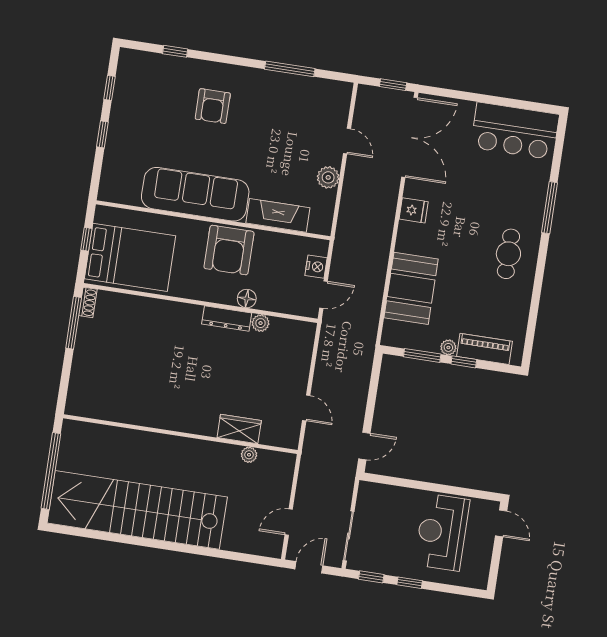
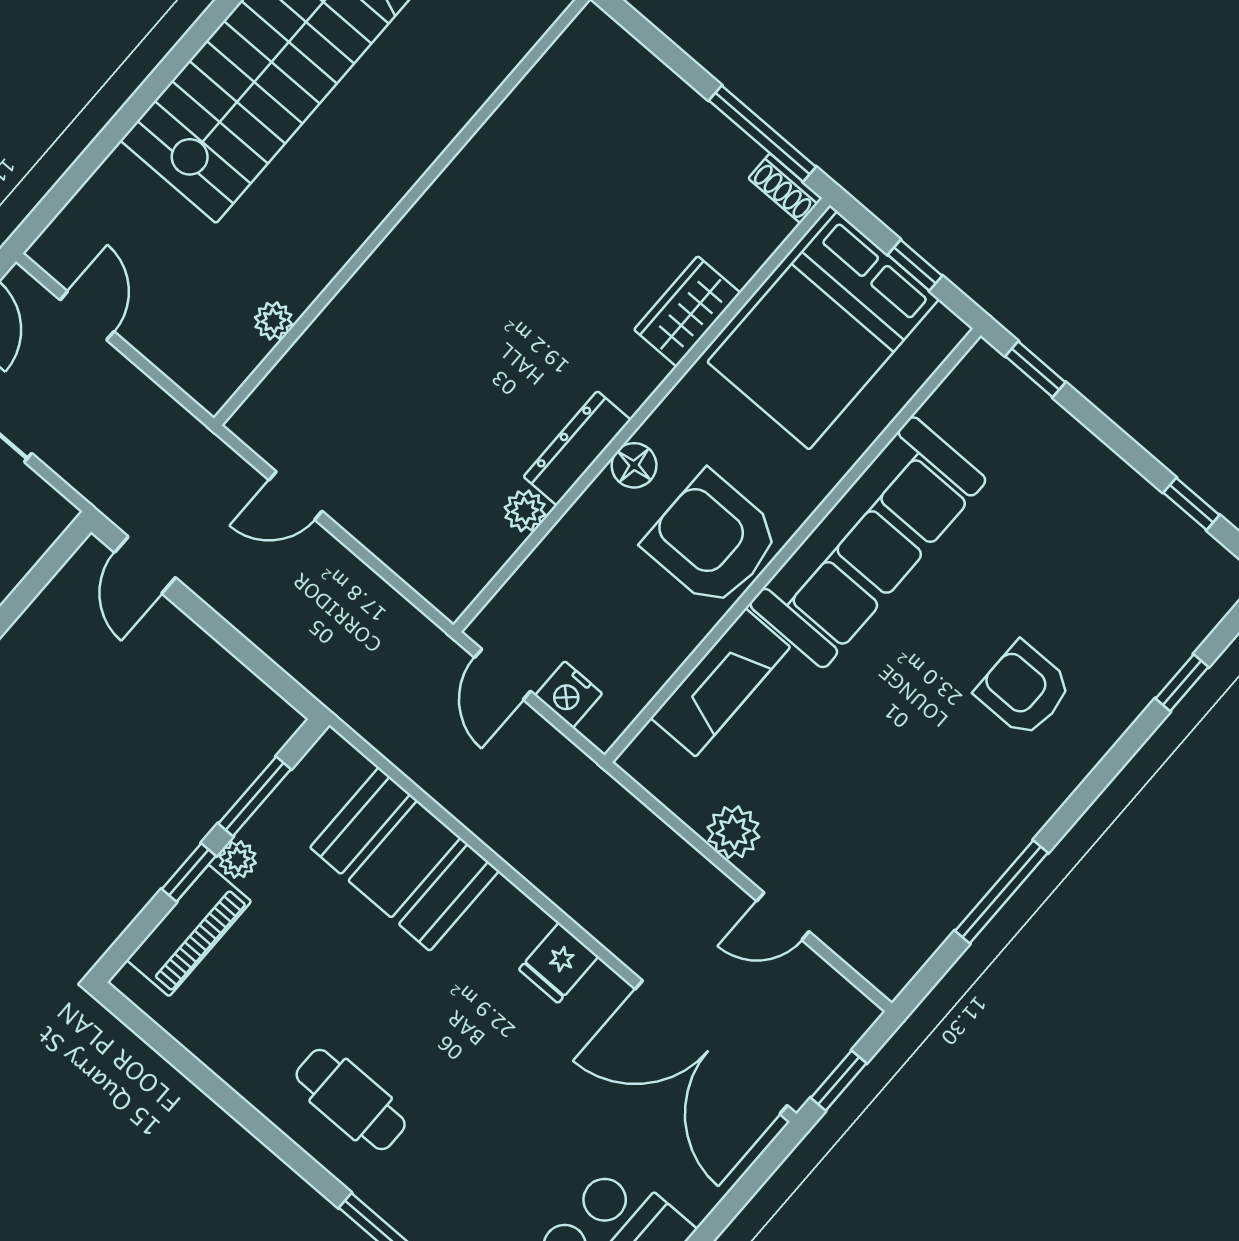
window: (102, 134) -> (1035, 369), moved
floor lamp: (247, 299) -> (634, 465), moved
wardrobe: (239, 429) -> (687, 311), moved, turned 180

